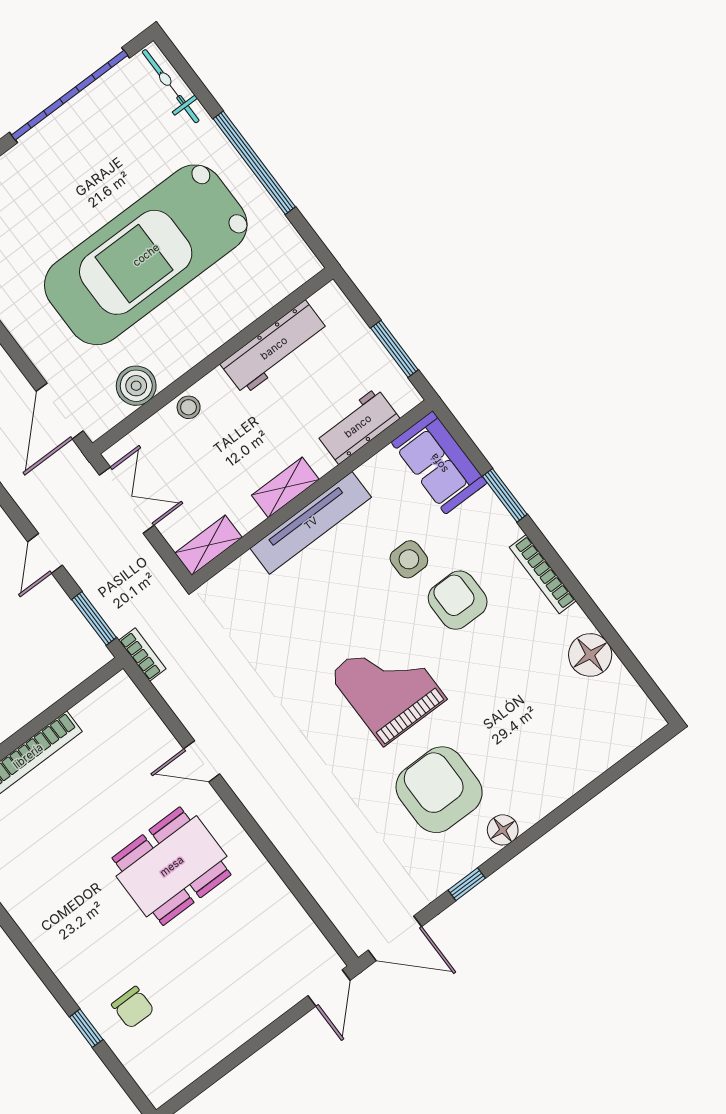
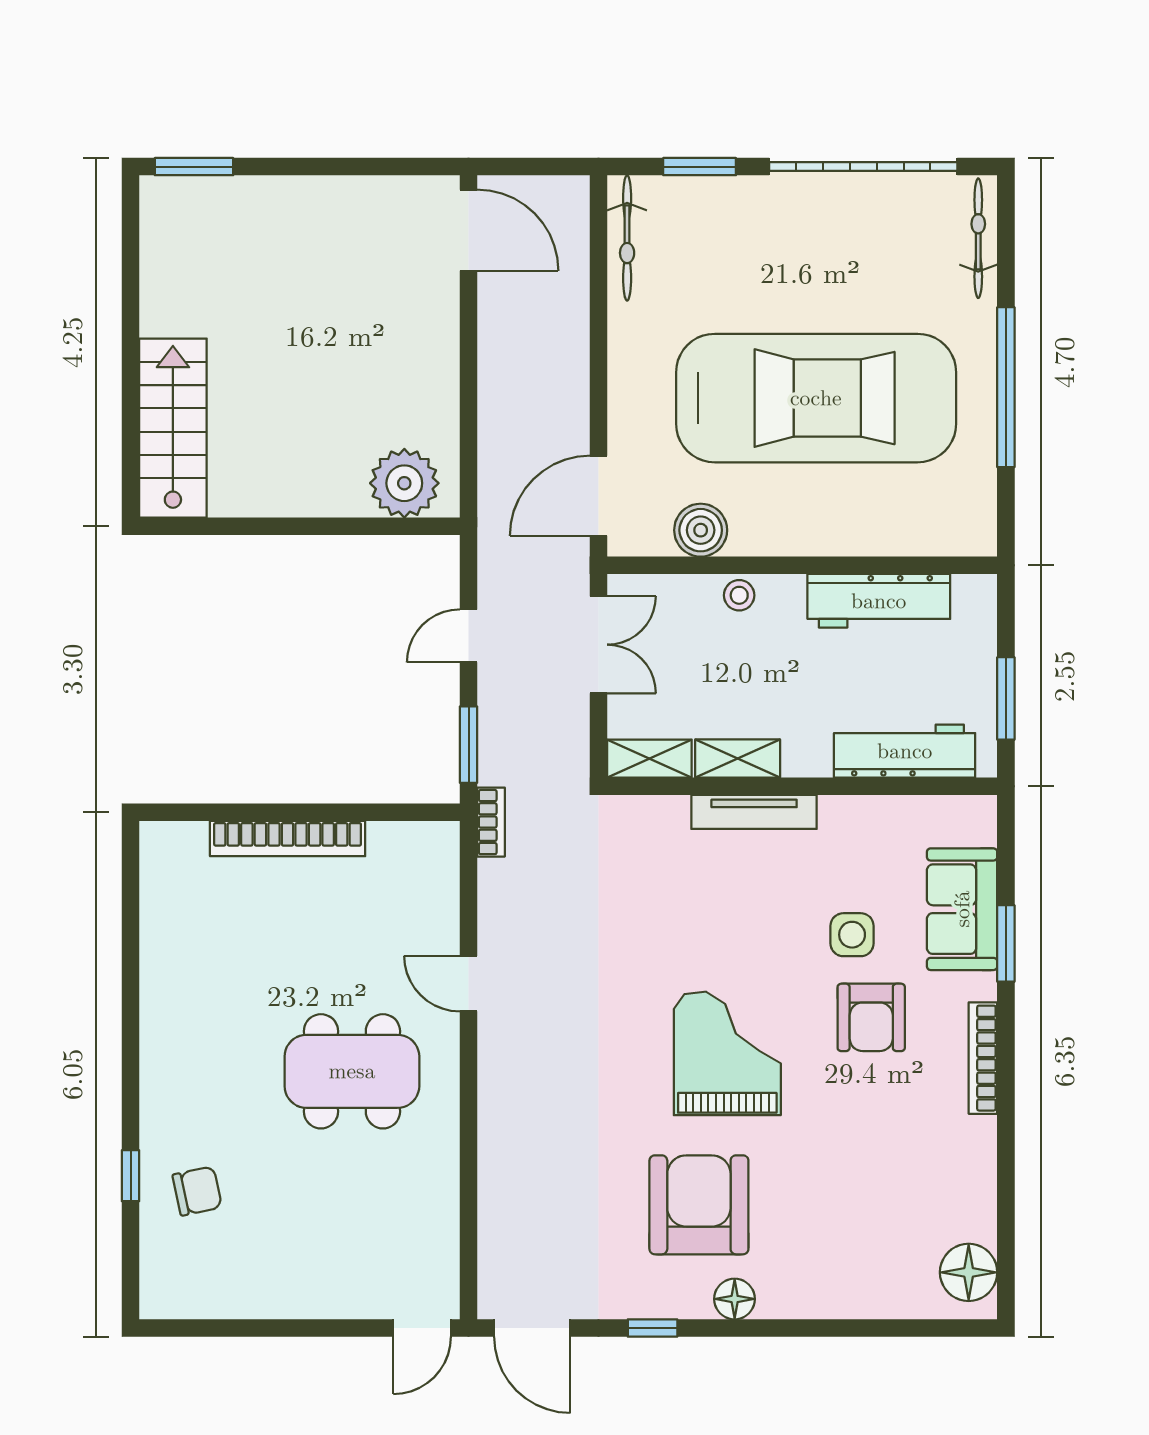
car: (146, 255) -> (816, 398), turned 180
workbench: (358, 426) -> (905, 751), width x1.38
sofa: (439, 463) -> (962, 909), moved
shelving: (285, 487) -> (738, 758), moved
tv unit: (311, 523) -> (754, 812), width x0.73, depth x0.78
armchair: (458, 600) -> (871, 1017), turned 180
floor lamp: (590, 655) -> (969, 1272), moved
chair: (133, 1007) -> (197, 1191), turned -102

